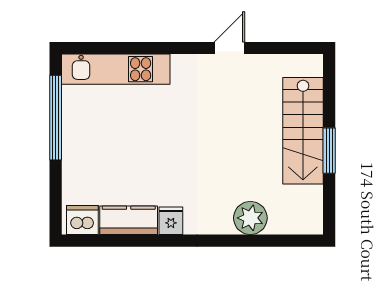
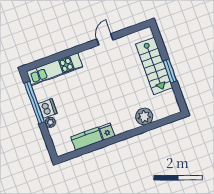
plant: (72, 165) -> (50, 122), added
dishwasher: (82, 220) -> (48, 108), moved, turned 90

